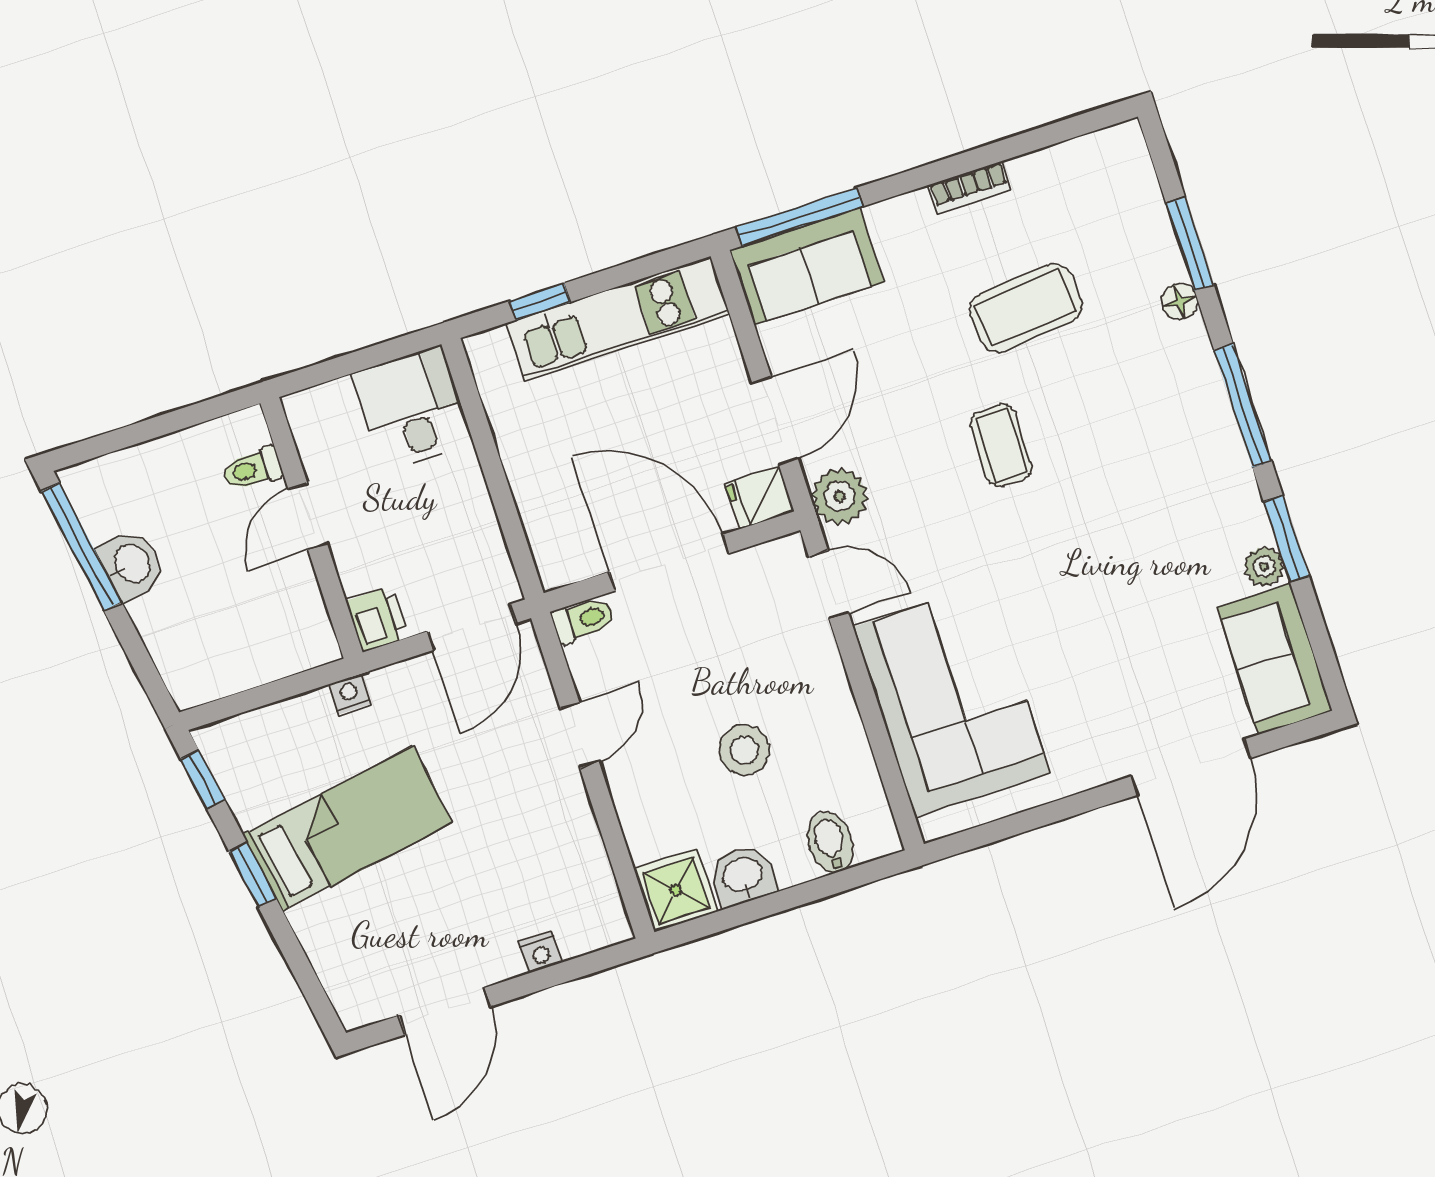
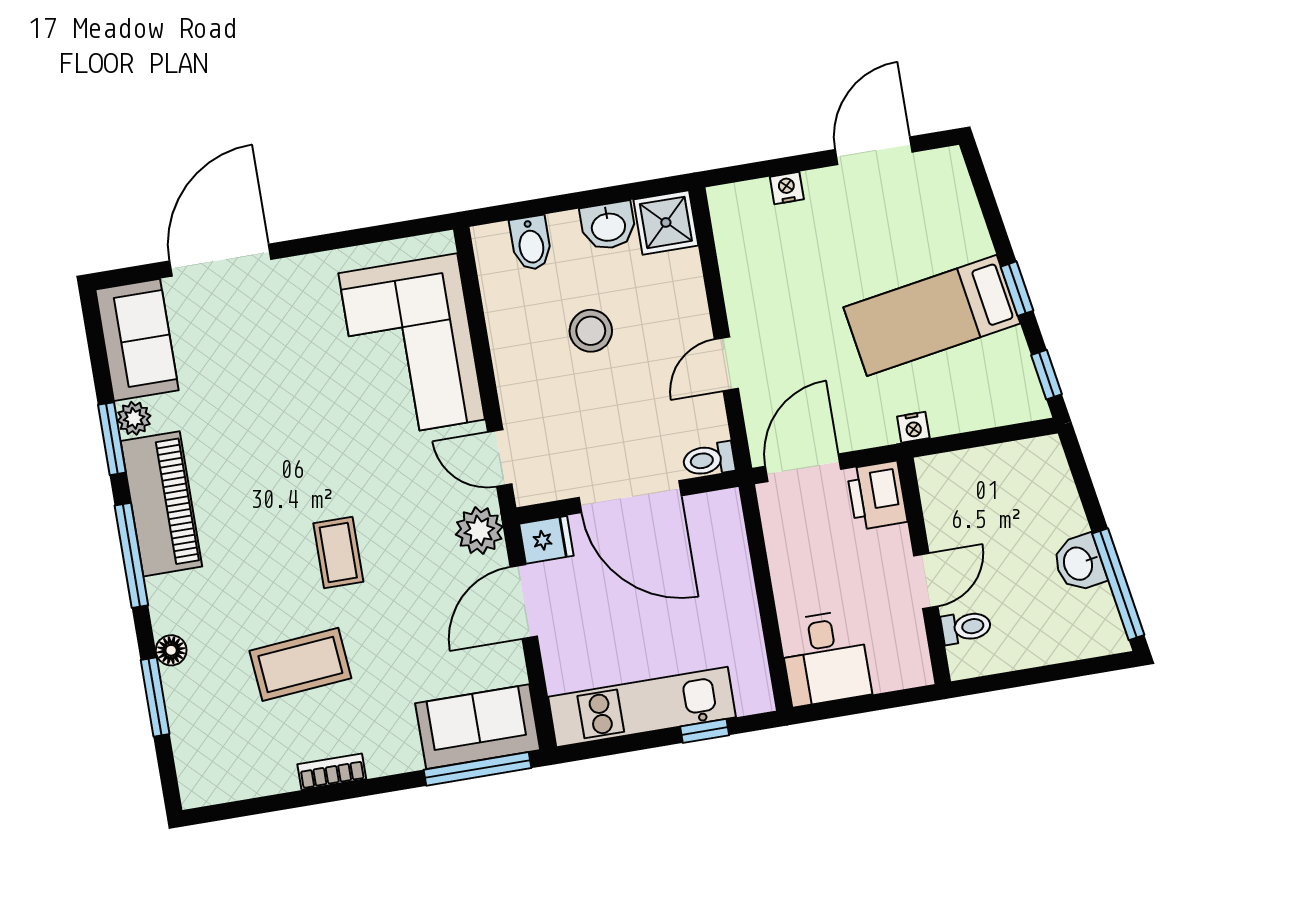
piano: (1217, 471) -> (161, 504), added
printer: (378, 619) -> (877, 495), width x1.36, depth x1.24

